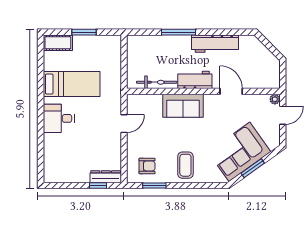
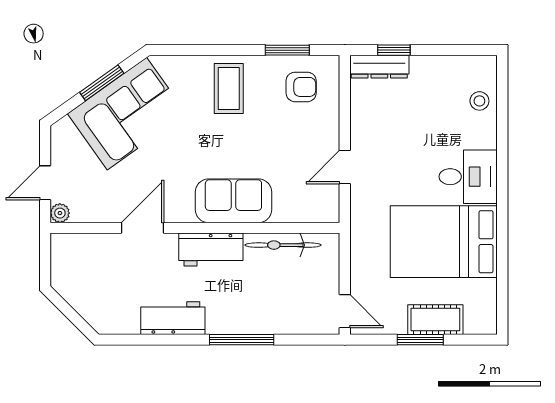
cot: (58, 43) -> (435, 320), moved
workbench: (215, 44) -> (173, 318), width x0.73
door: (124, 47) -> (345, 311), added
bed: (72, 84) -> (444, 242), width x1.50
door: (231, 91) -> (142, 228), swing flipped
stool: (53, 159) -> (479, 101), added
armchair: (147, 166) -> (301, 87), turned 180

